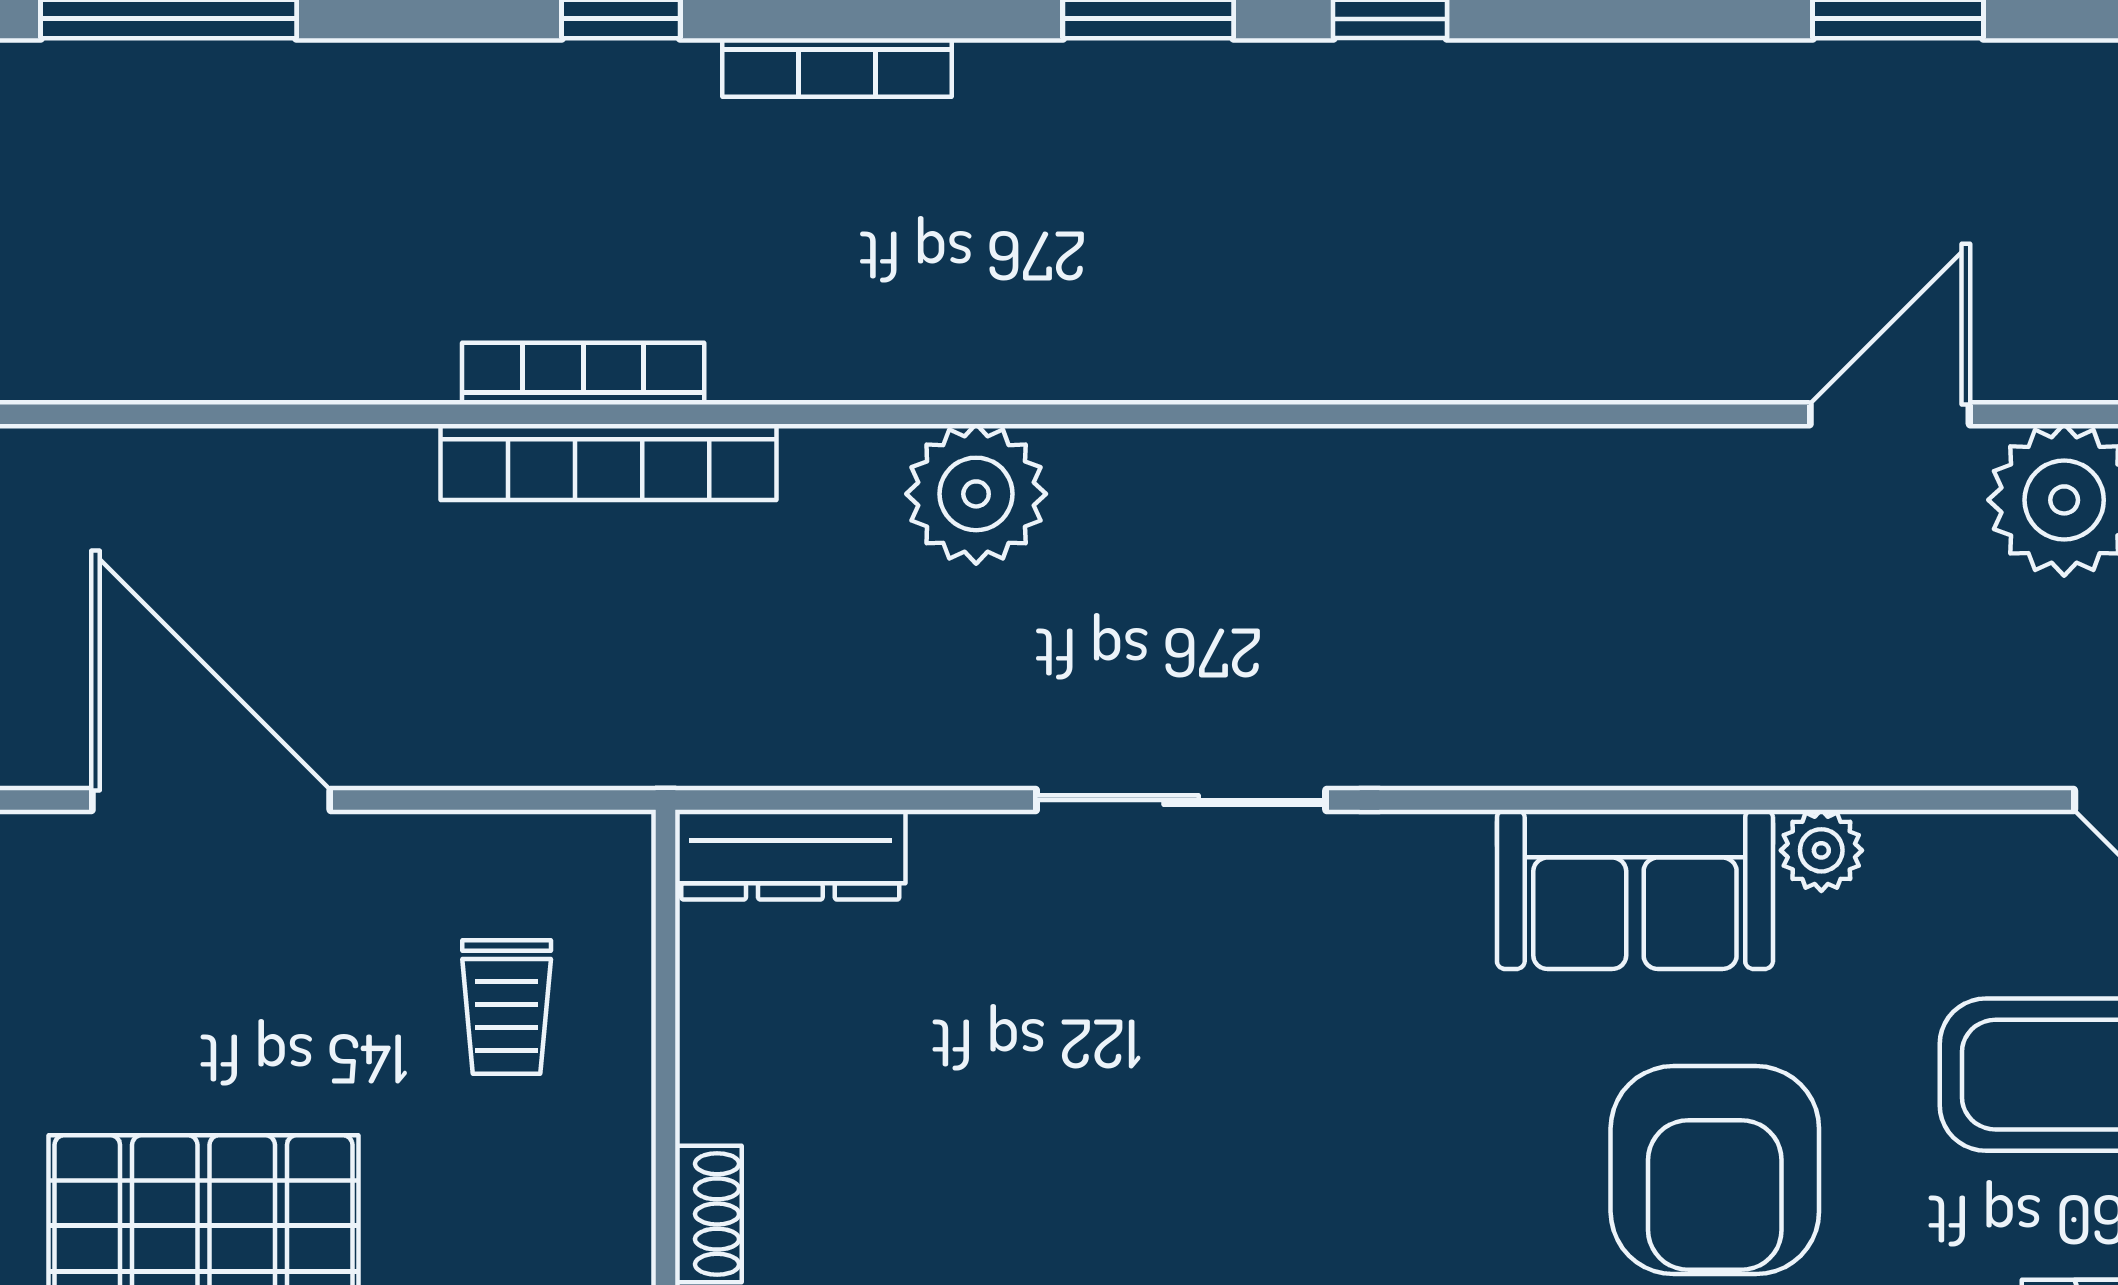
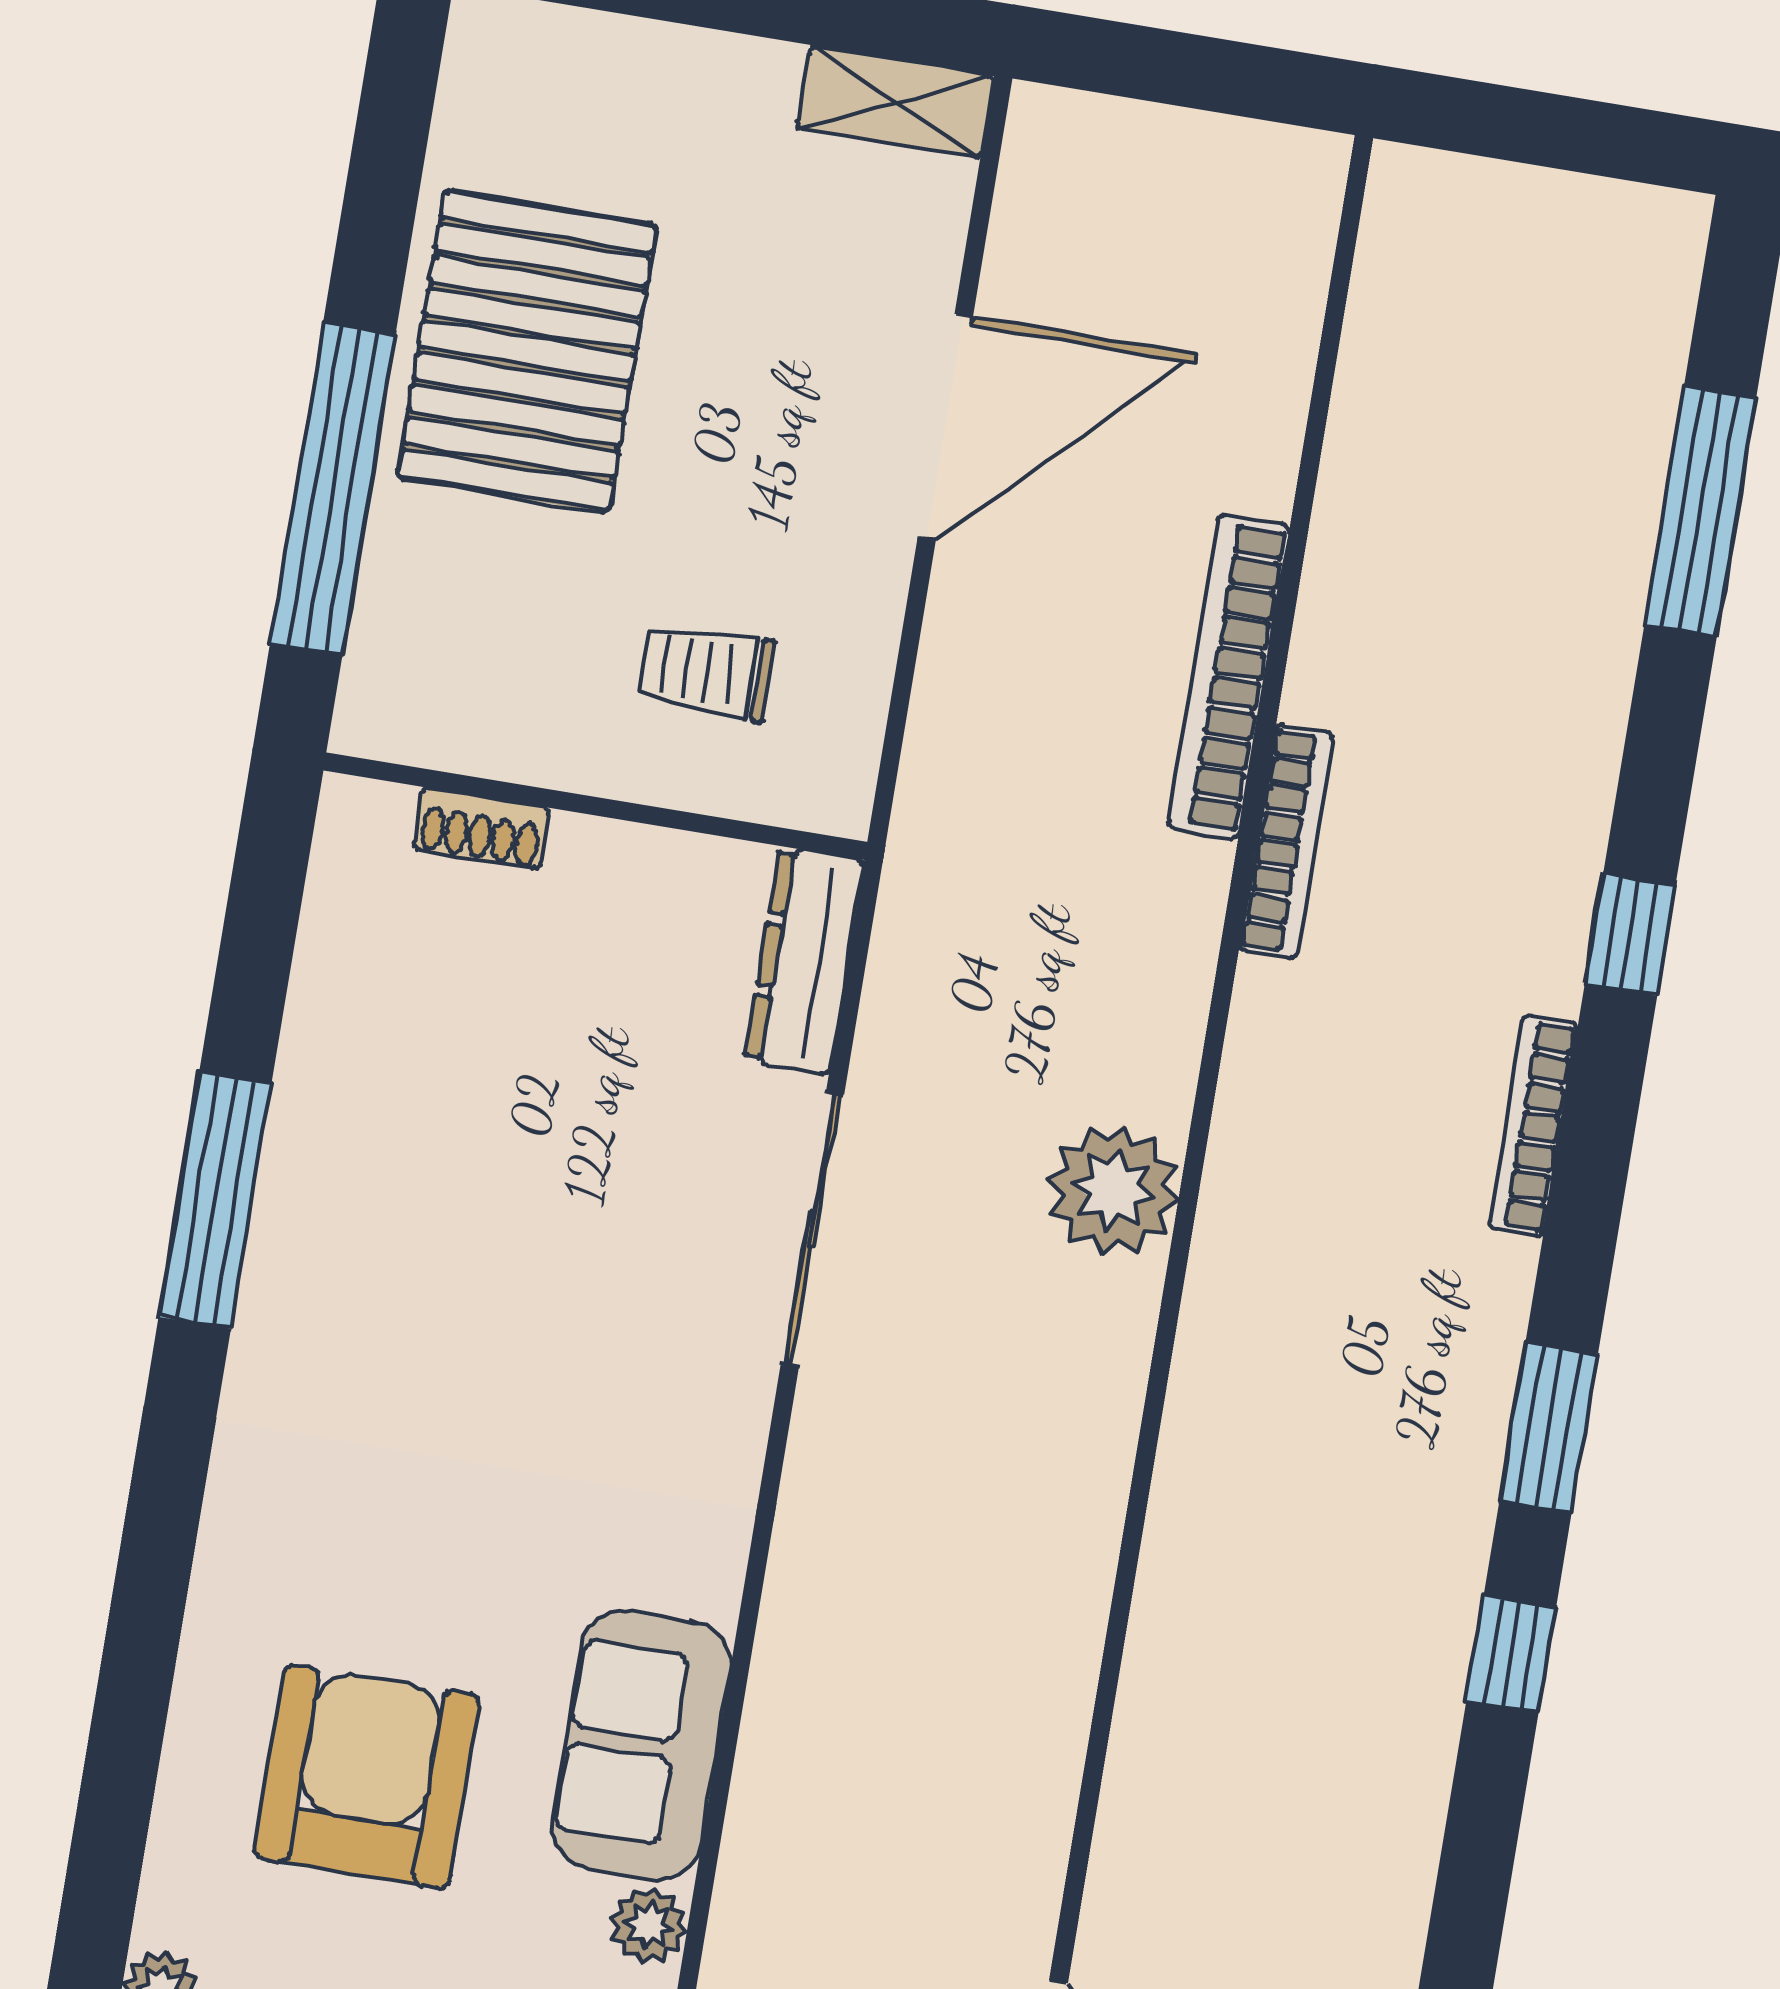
bookcase: (608, 462) -> (1229, 677), moved
sliding door: (1181, 800) -> (812, 1229), moved
armchair: (1715, 1170) -> (366, 1776), turned 90

